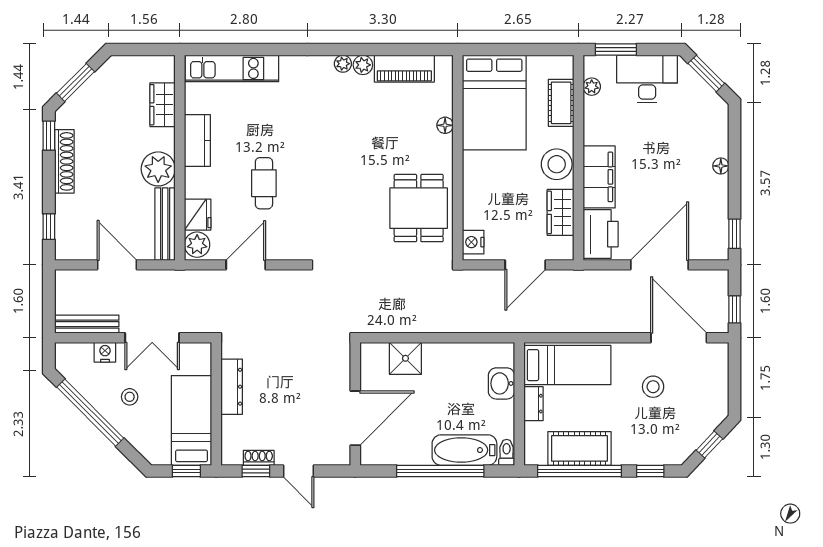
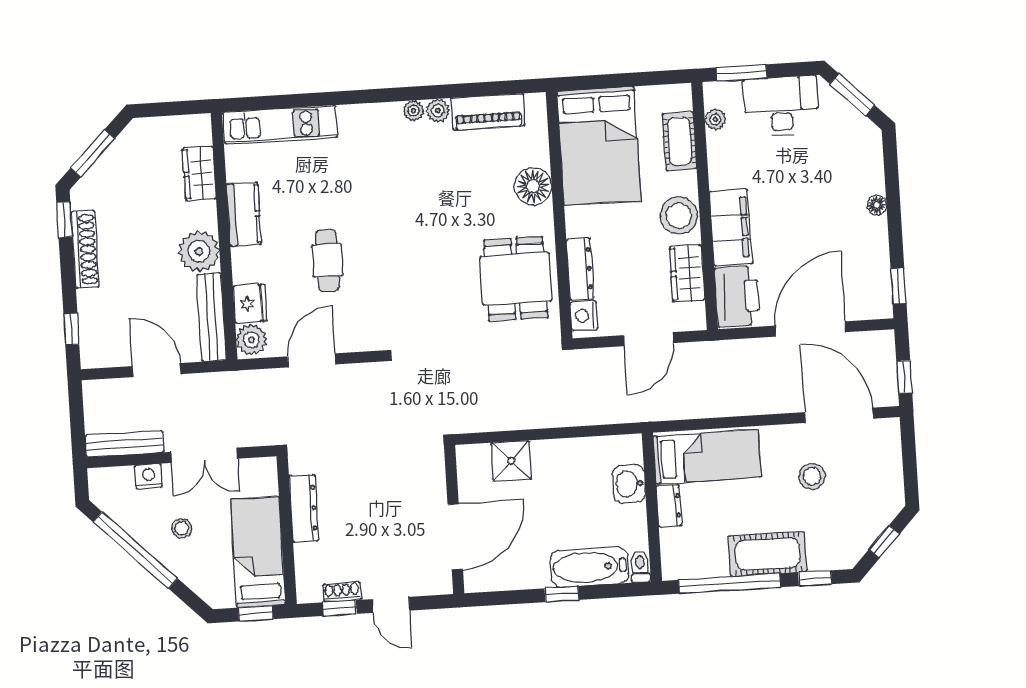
floor lamp: (445, 125) -> (533, 186), width x1.89, depth x1.89
dresser: (472, 203) -> (580, 269), added
cot: (579, 448) -> (768, 554), moved
window: (440, 471) -> (562, 594), width x0.32

